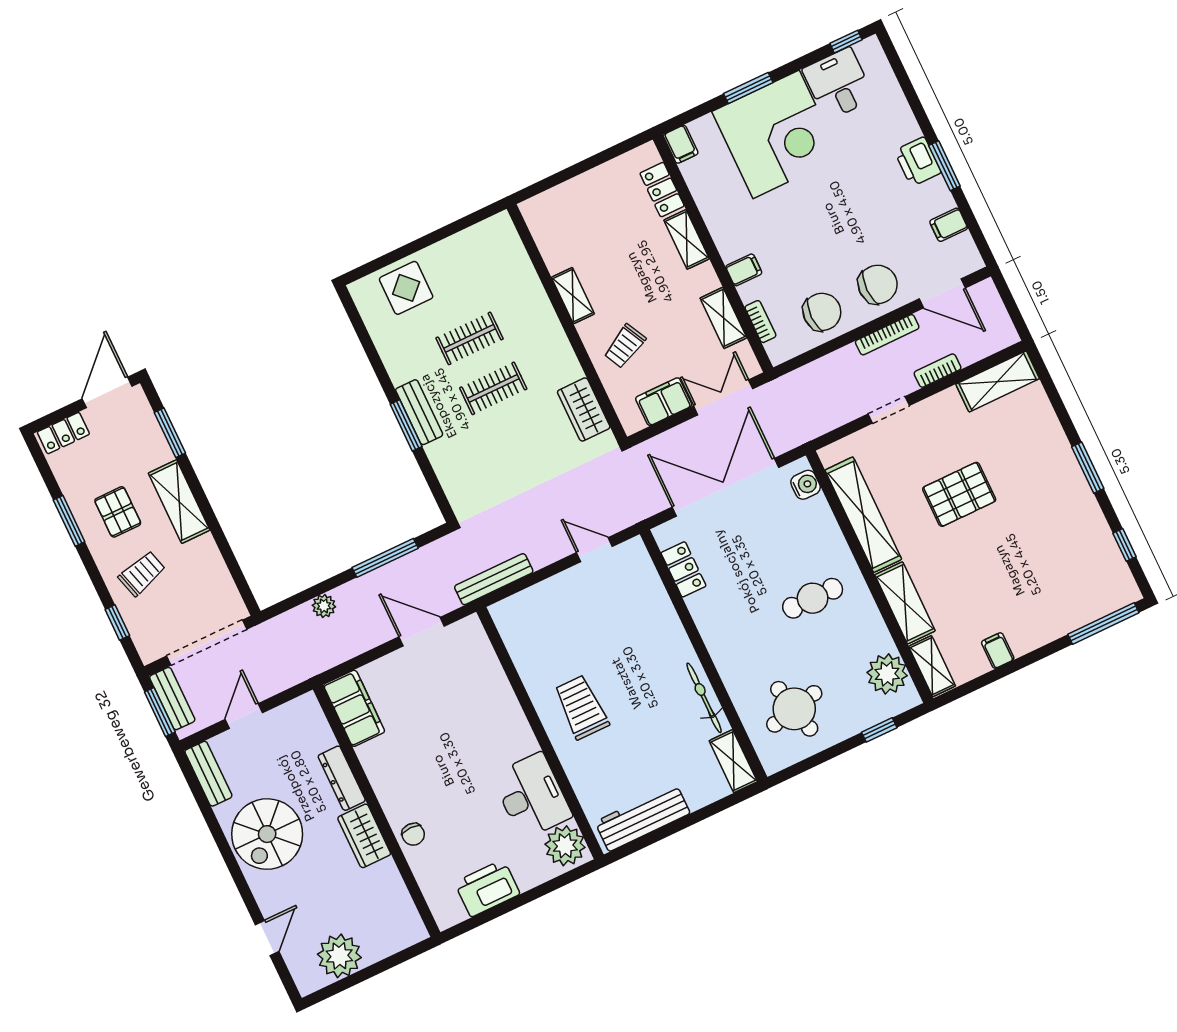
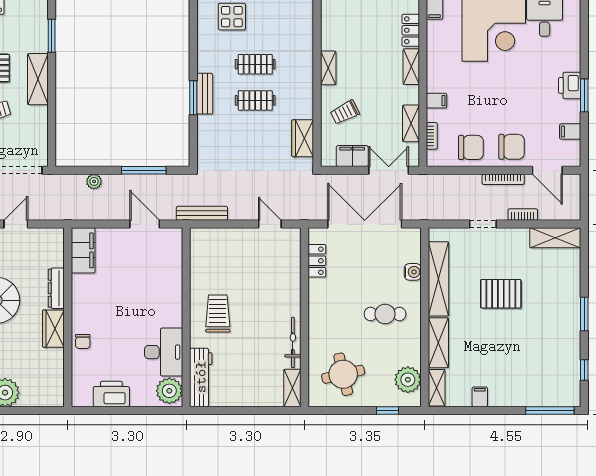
water cooler: (806, 485) -> (413, 272), moved
workbench: (642, 818) -> (201, 377), moved, turned 90

